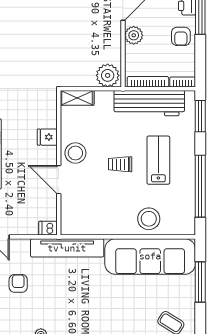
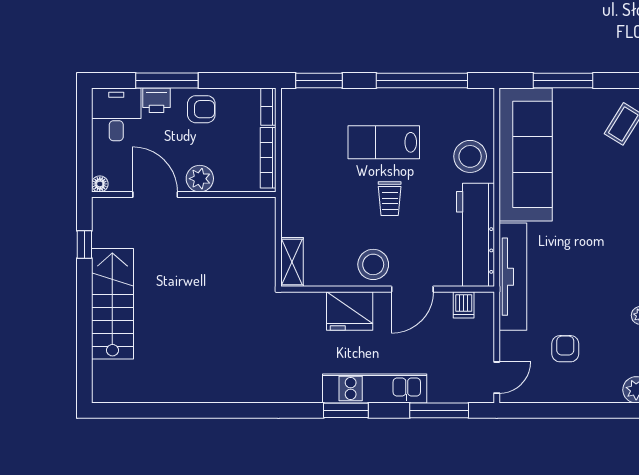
plant: (108, 75) -> (259, 217), removed
workbench: (149, 103) -> (475, 235), moved, turned 180
fridge: (47, 137) -> (350, 311), width x1.88, depth x1.34
dishwasher: (48, 228) -> (464, 305), moved
armchair: (18, 283) -> (565, 349), turned 90

